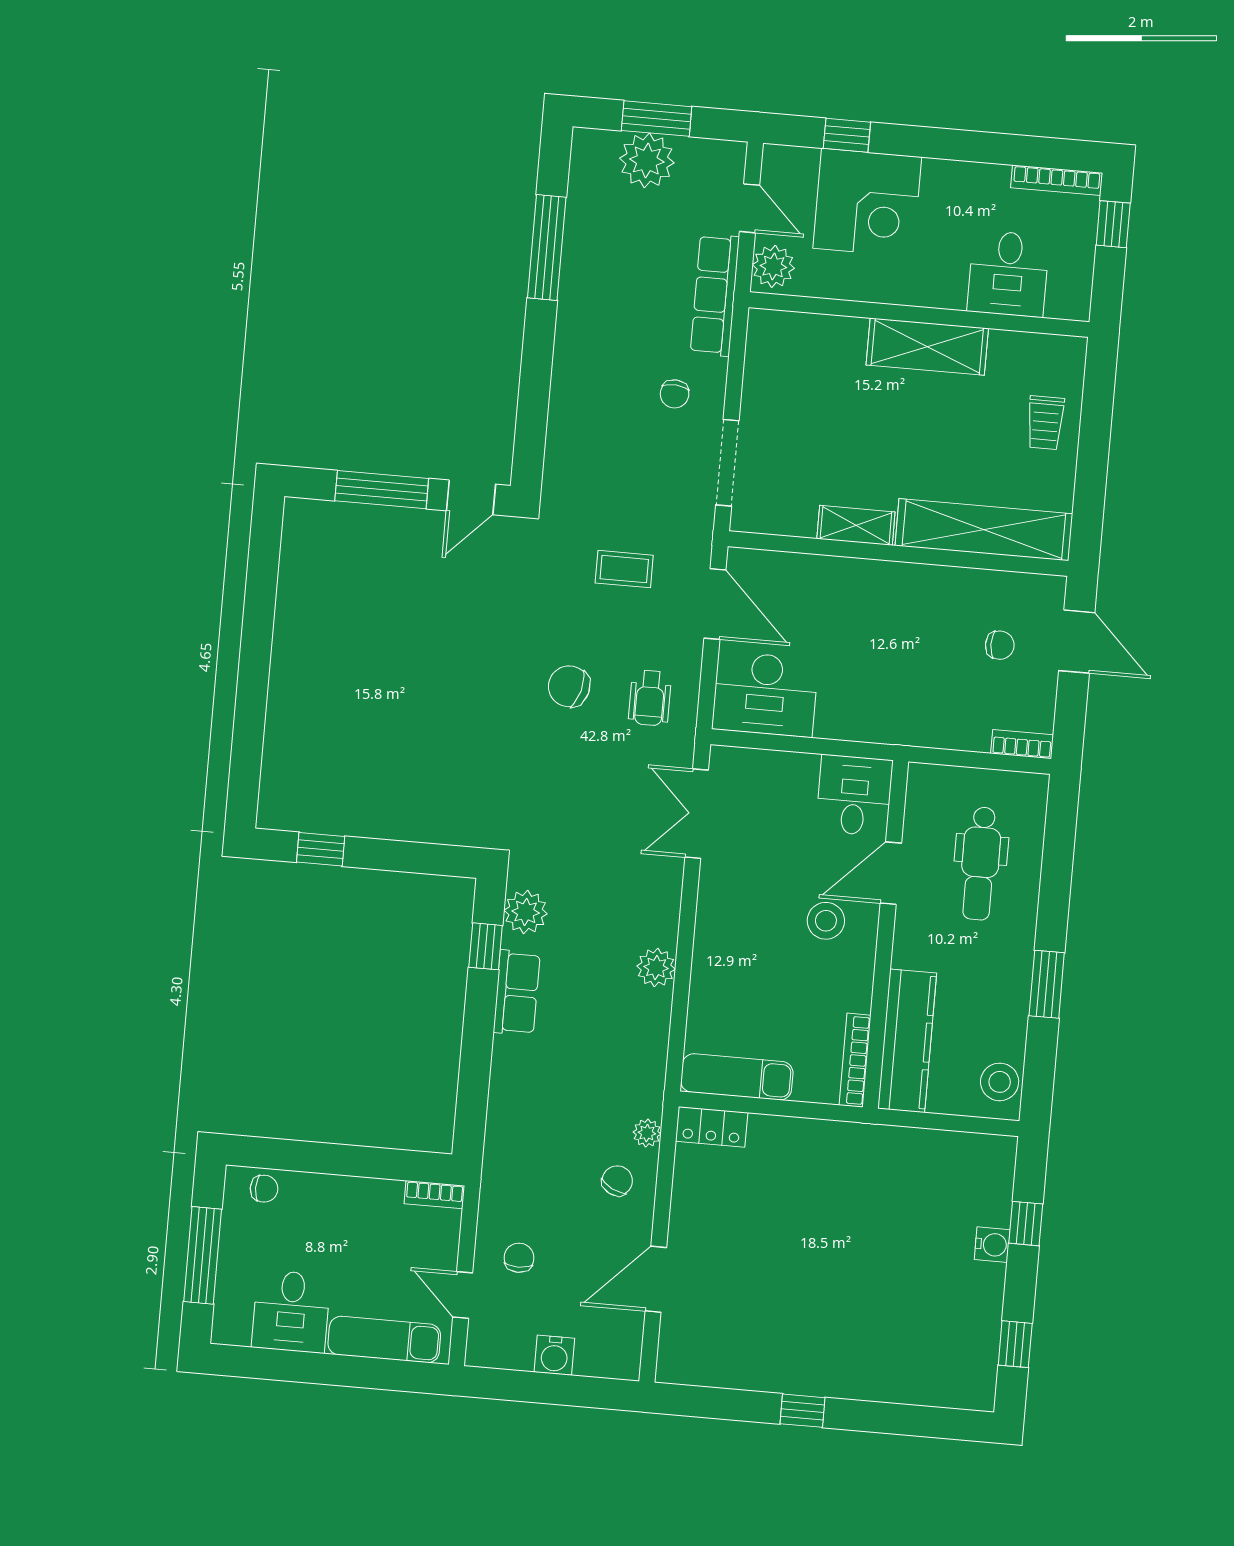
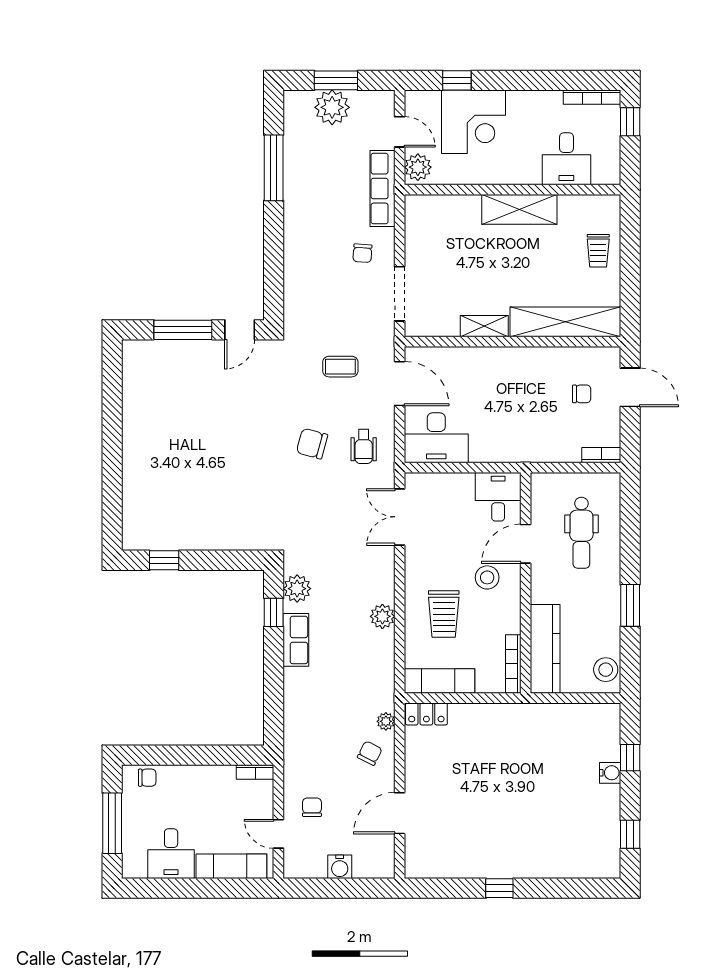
trolley: (753, 972) -> (444, 614), added

